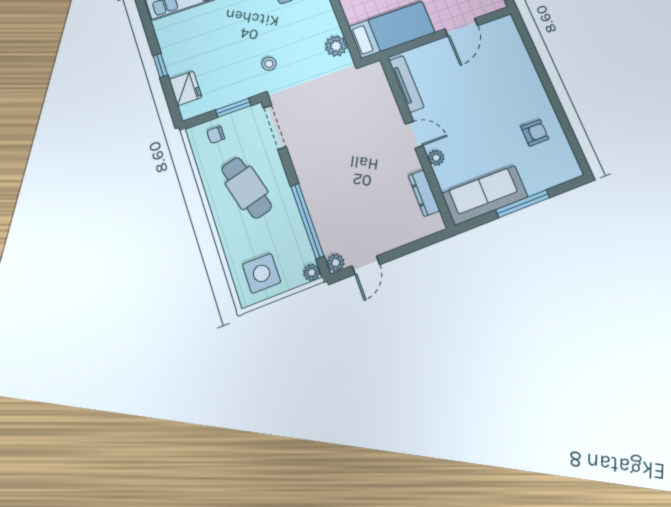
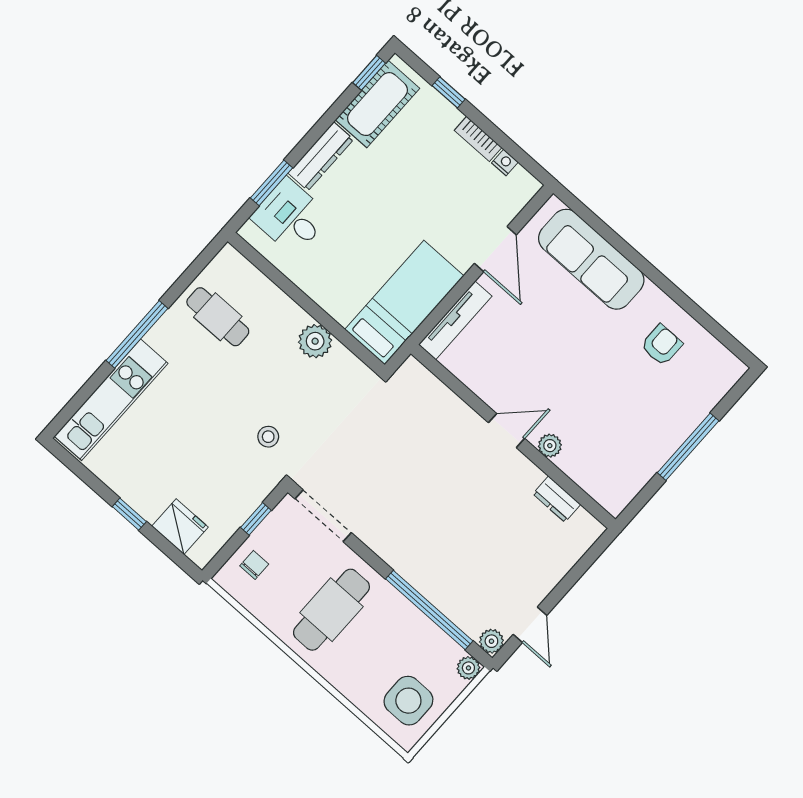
plant: (336, 46) -> (315, 341), moved
tv unit: (406, 84) -> (455, 320), moved, turned 90
window: (233, 108) -> (256, 519), width x0.67
chair: (216, 135) -> (254, 565), turned 180
cafe table: (247, 188) -> (331, 610), turned -75
dresser: (424, 193) -> (557, 499), width x0.70
sofa: (485, 195) -> (591, 259), moved, turned -90

